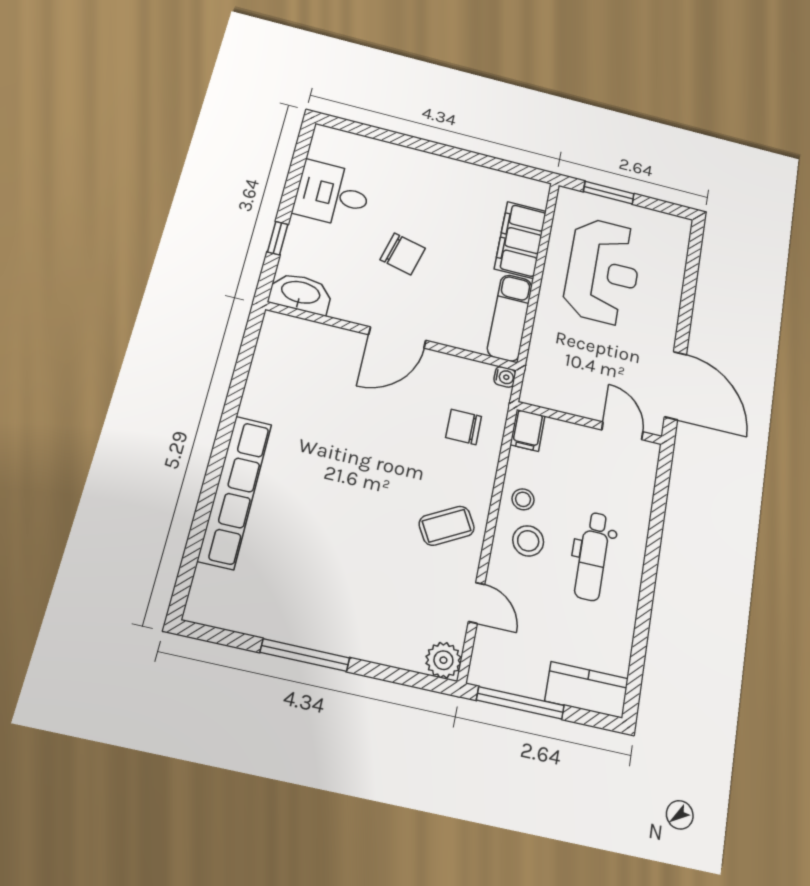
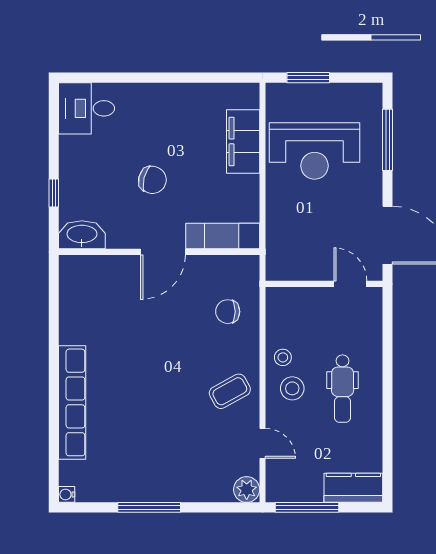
desk: (332, 194) -> (87, 108), moved
reception desk: (603, 271) -> (315, 151), turned 90
window: (690, 281) -> (388, 140), added
exam couch: (510, 318) -> (223, 236), moved, turned 90
water cooler: (505, 377) -> (67, 494), moved, turned 180
filing cabinet: (528, 430) -> (277, 302), removed

